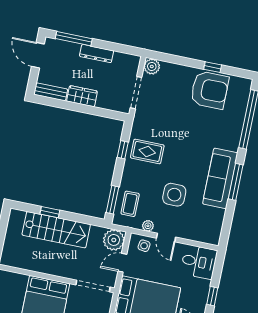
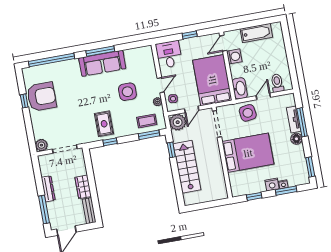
armchair: (210, 90) -> (42, 97), turned 90
window: (50, 212) -> (171, 150), moved
door: (122, 263) -> (192, 109), hinge flipped

